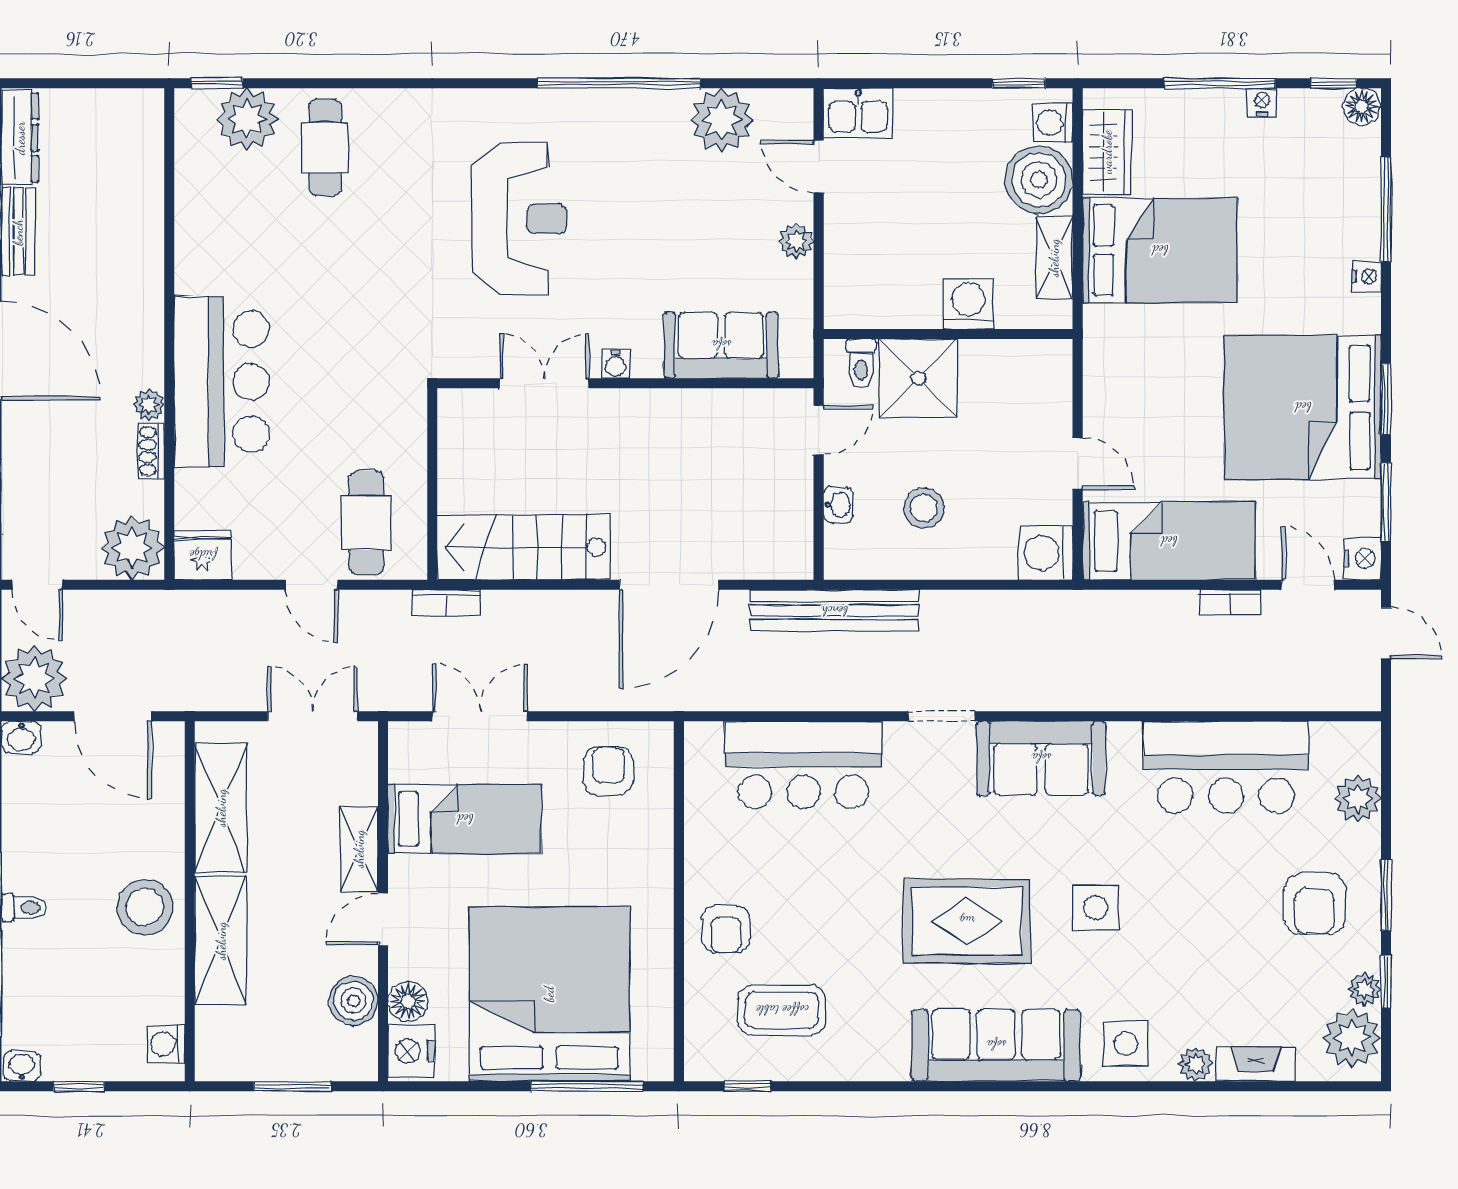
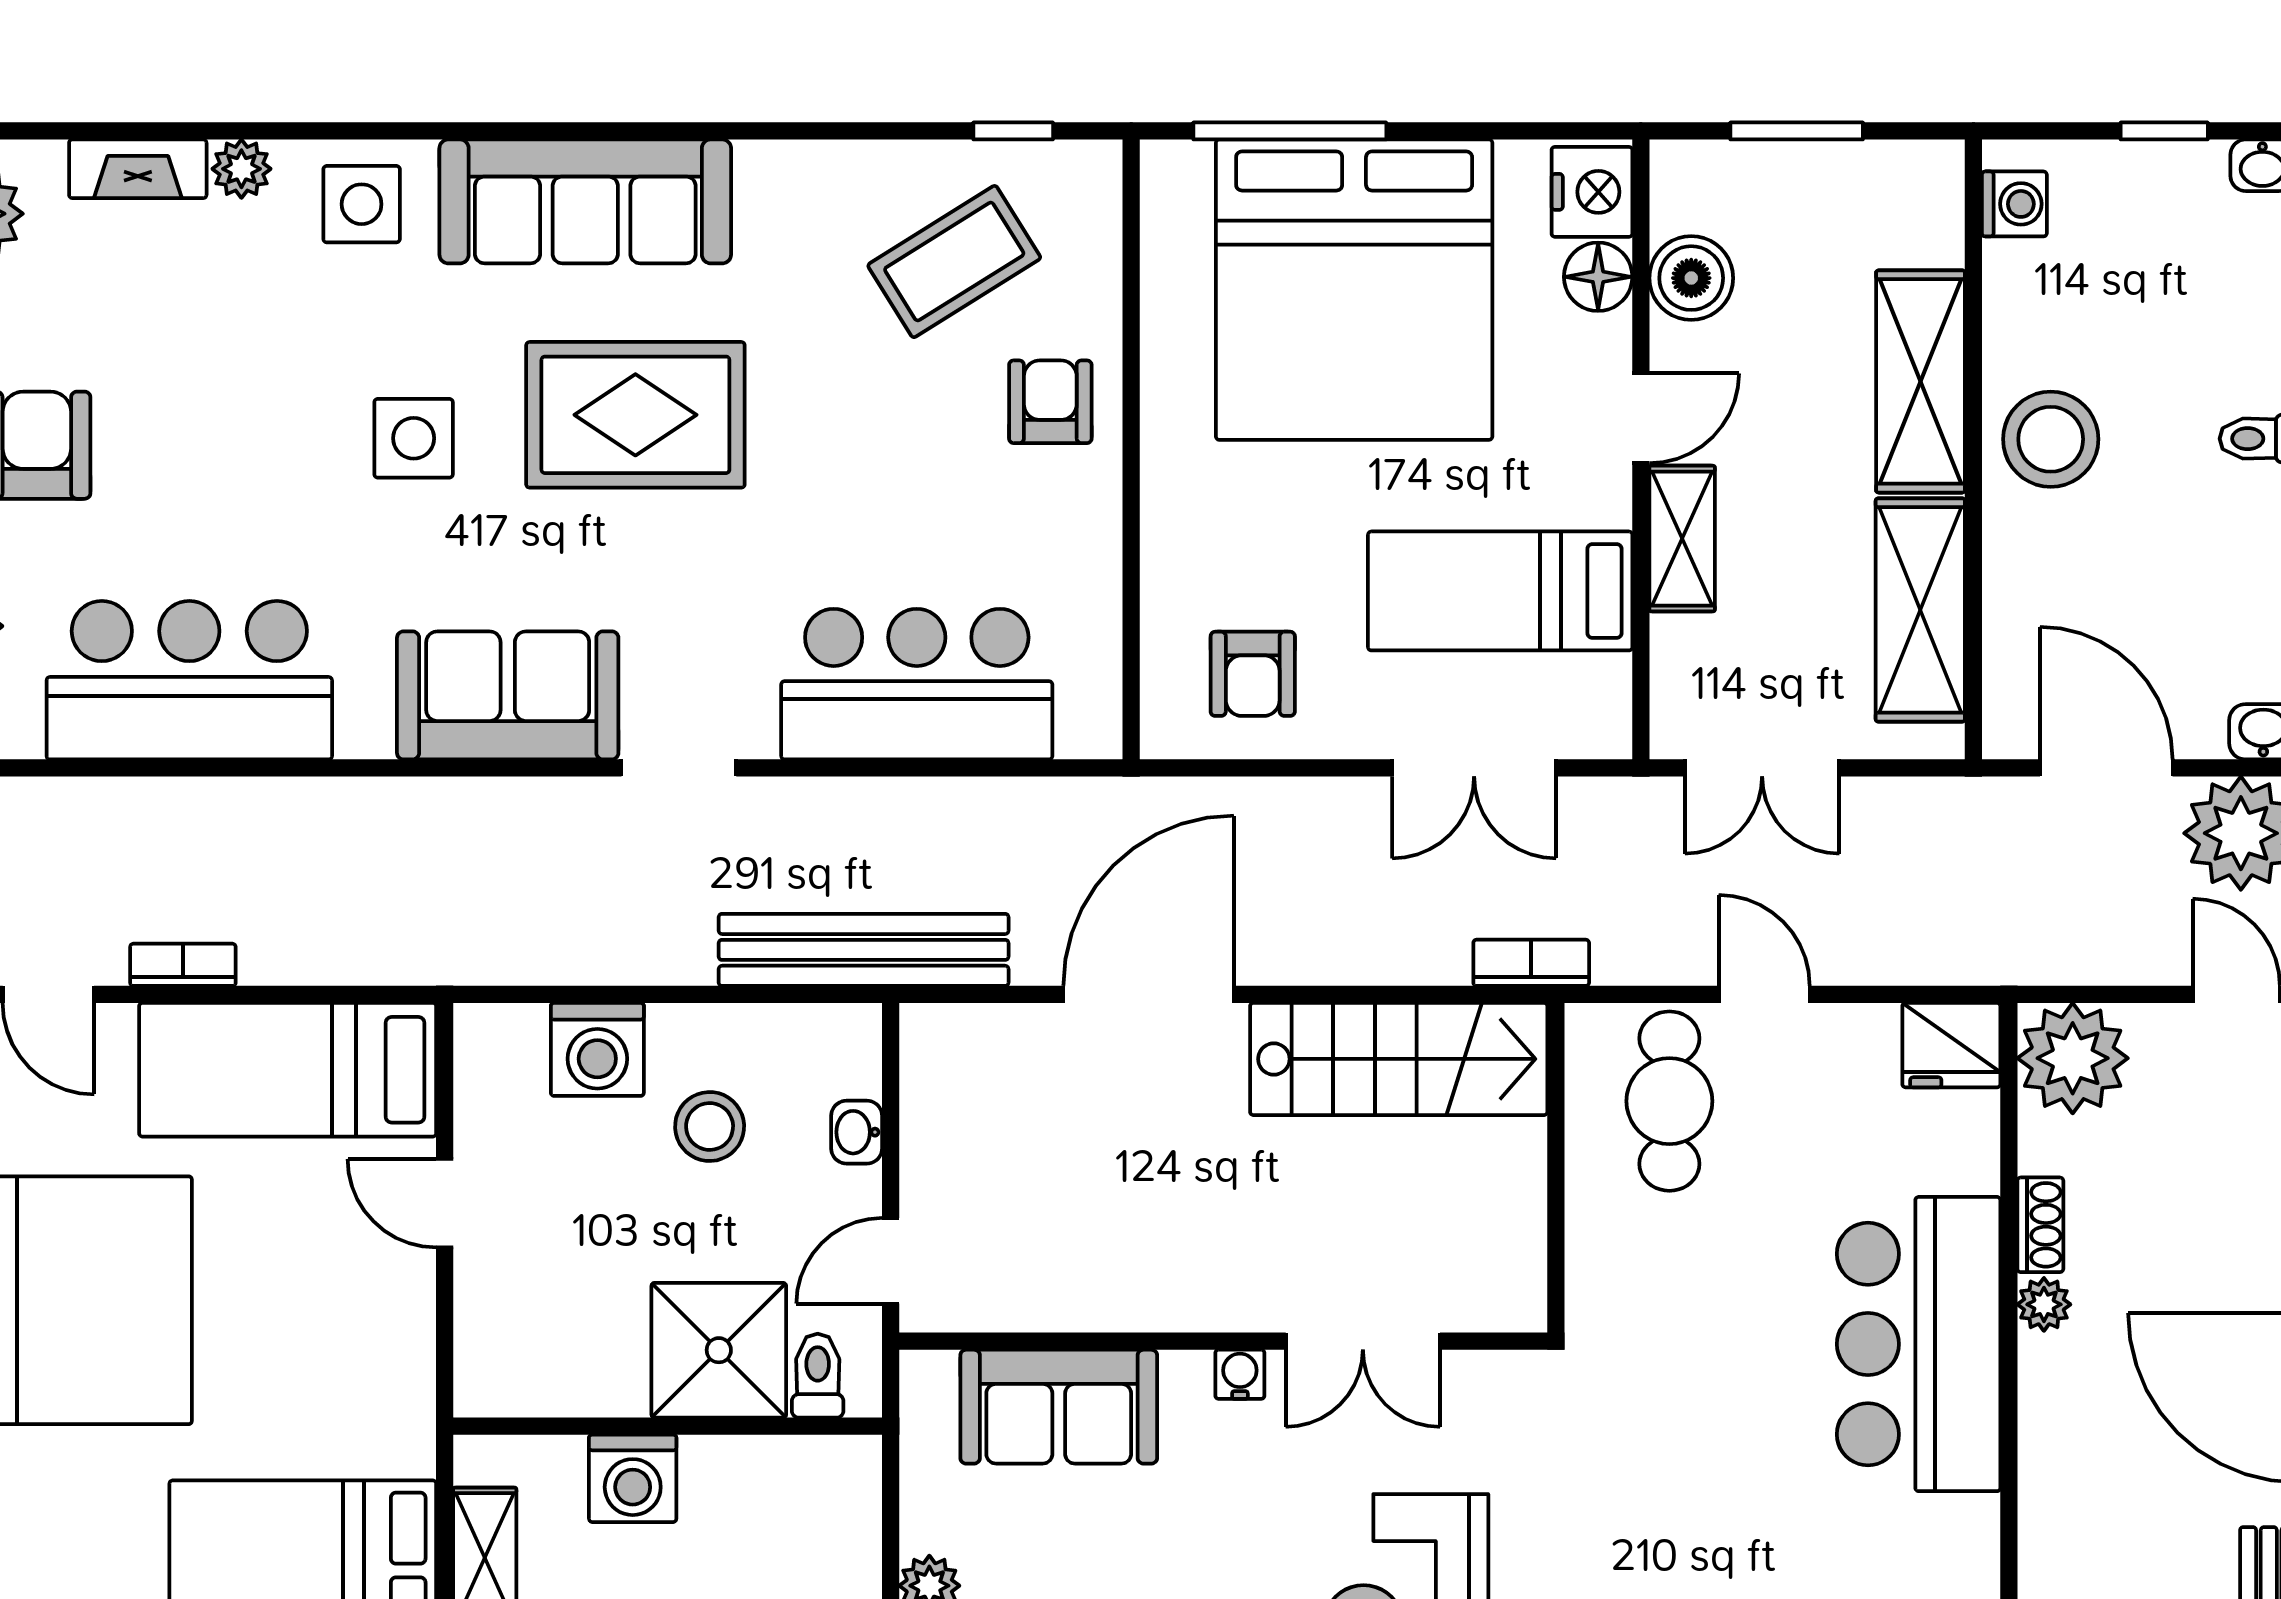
washing machine: (1046, 553) -> (597, 1049), moved, turned 90
coffee table: (782, 1010) -> (954, 262), turned -32

